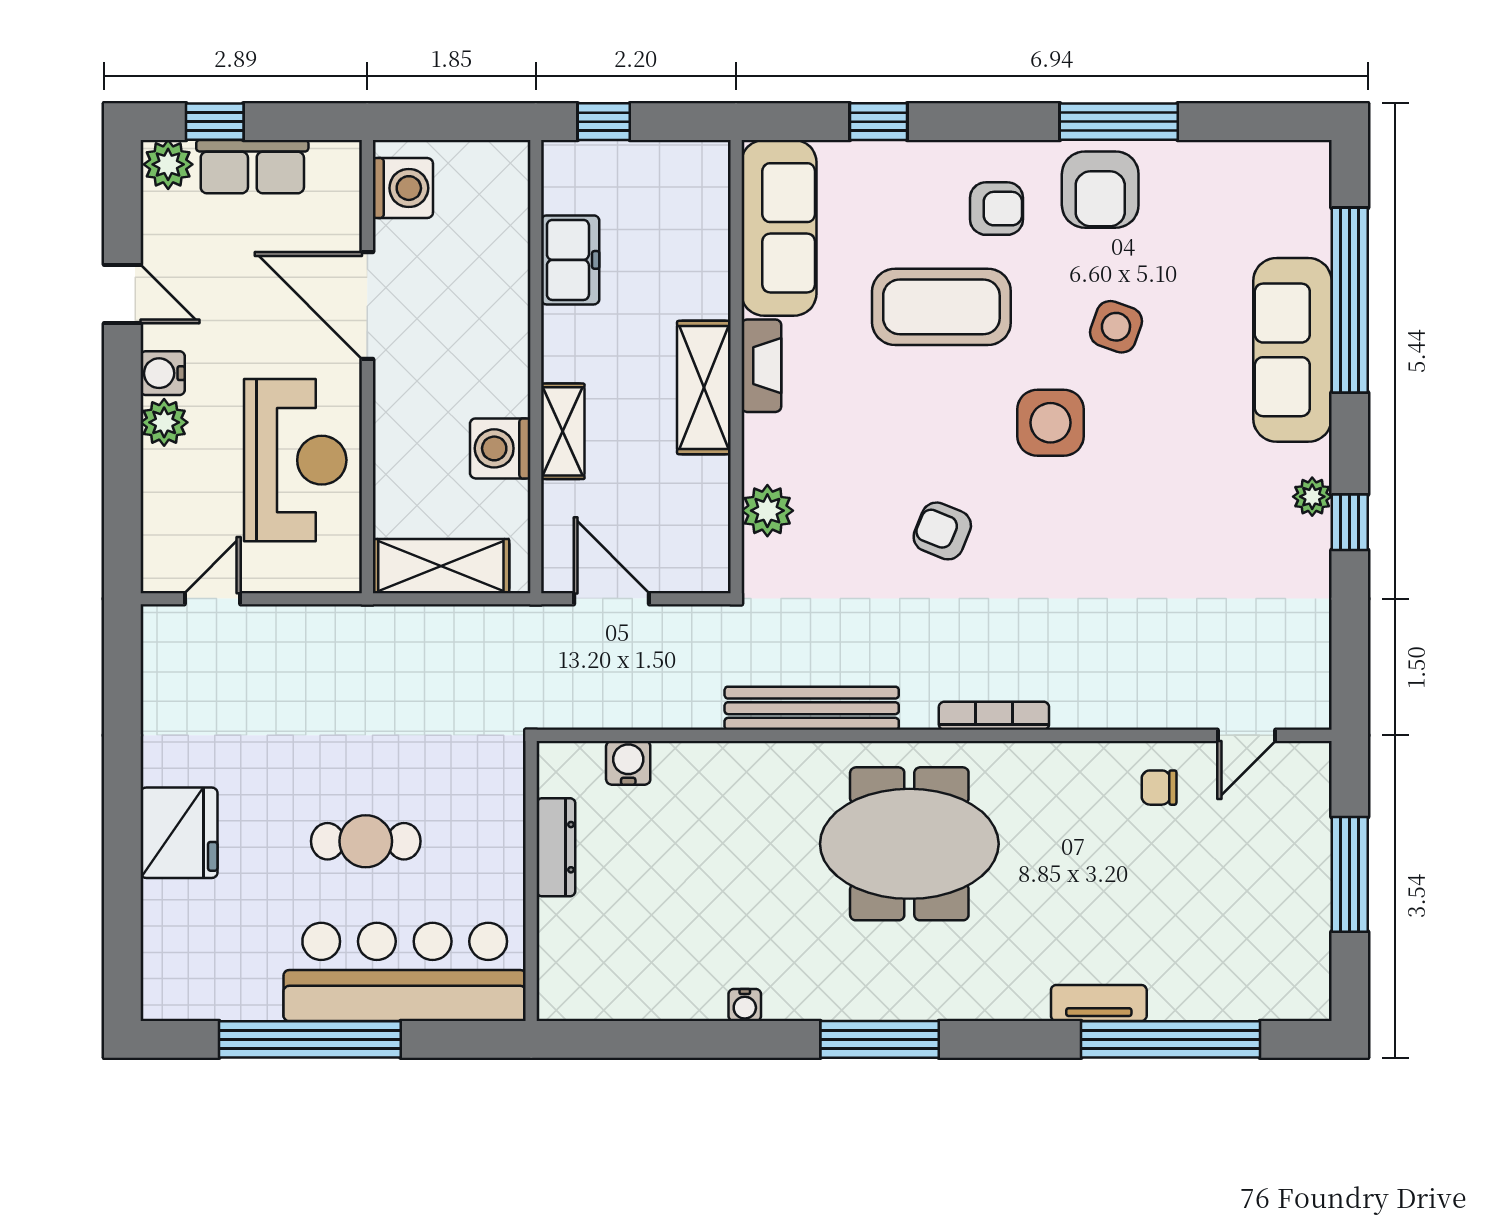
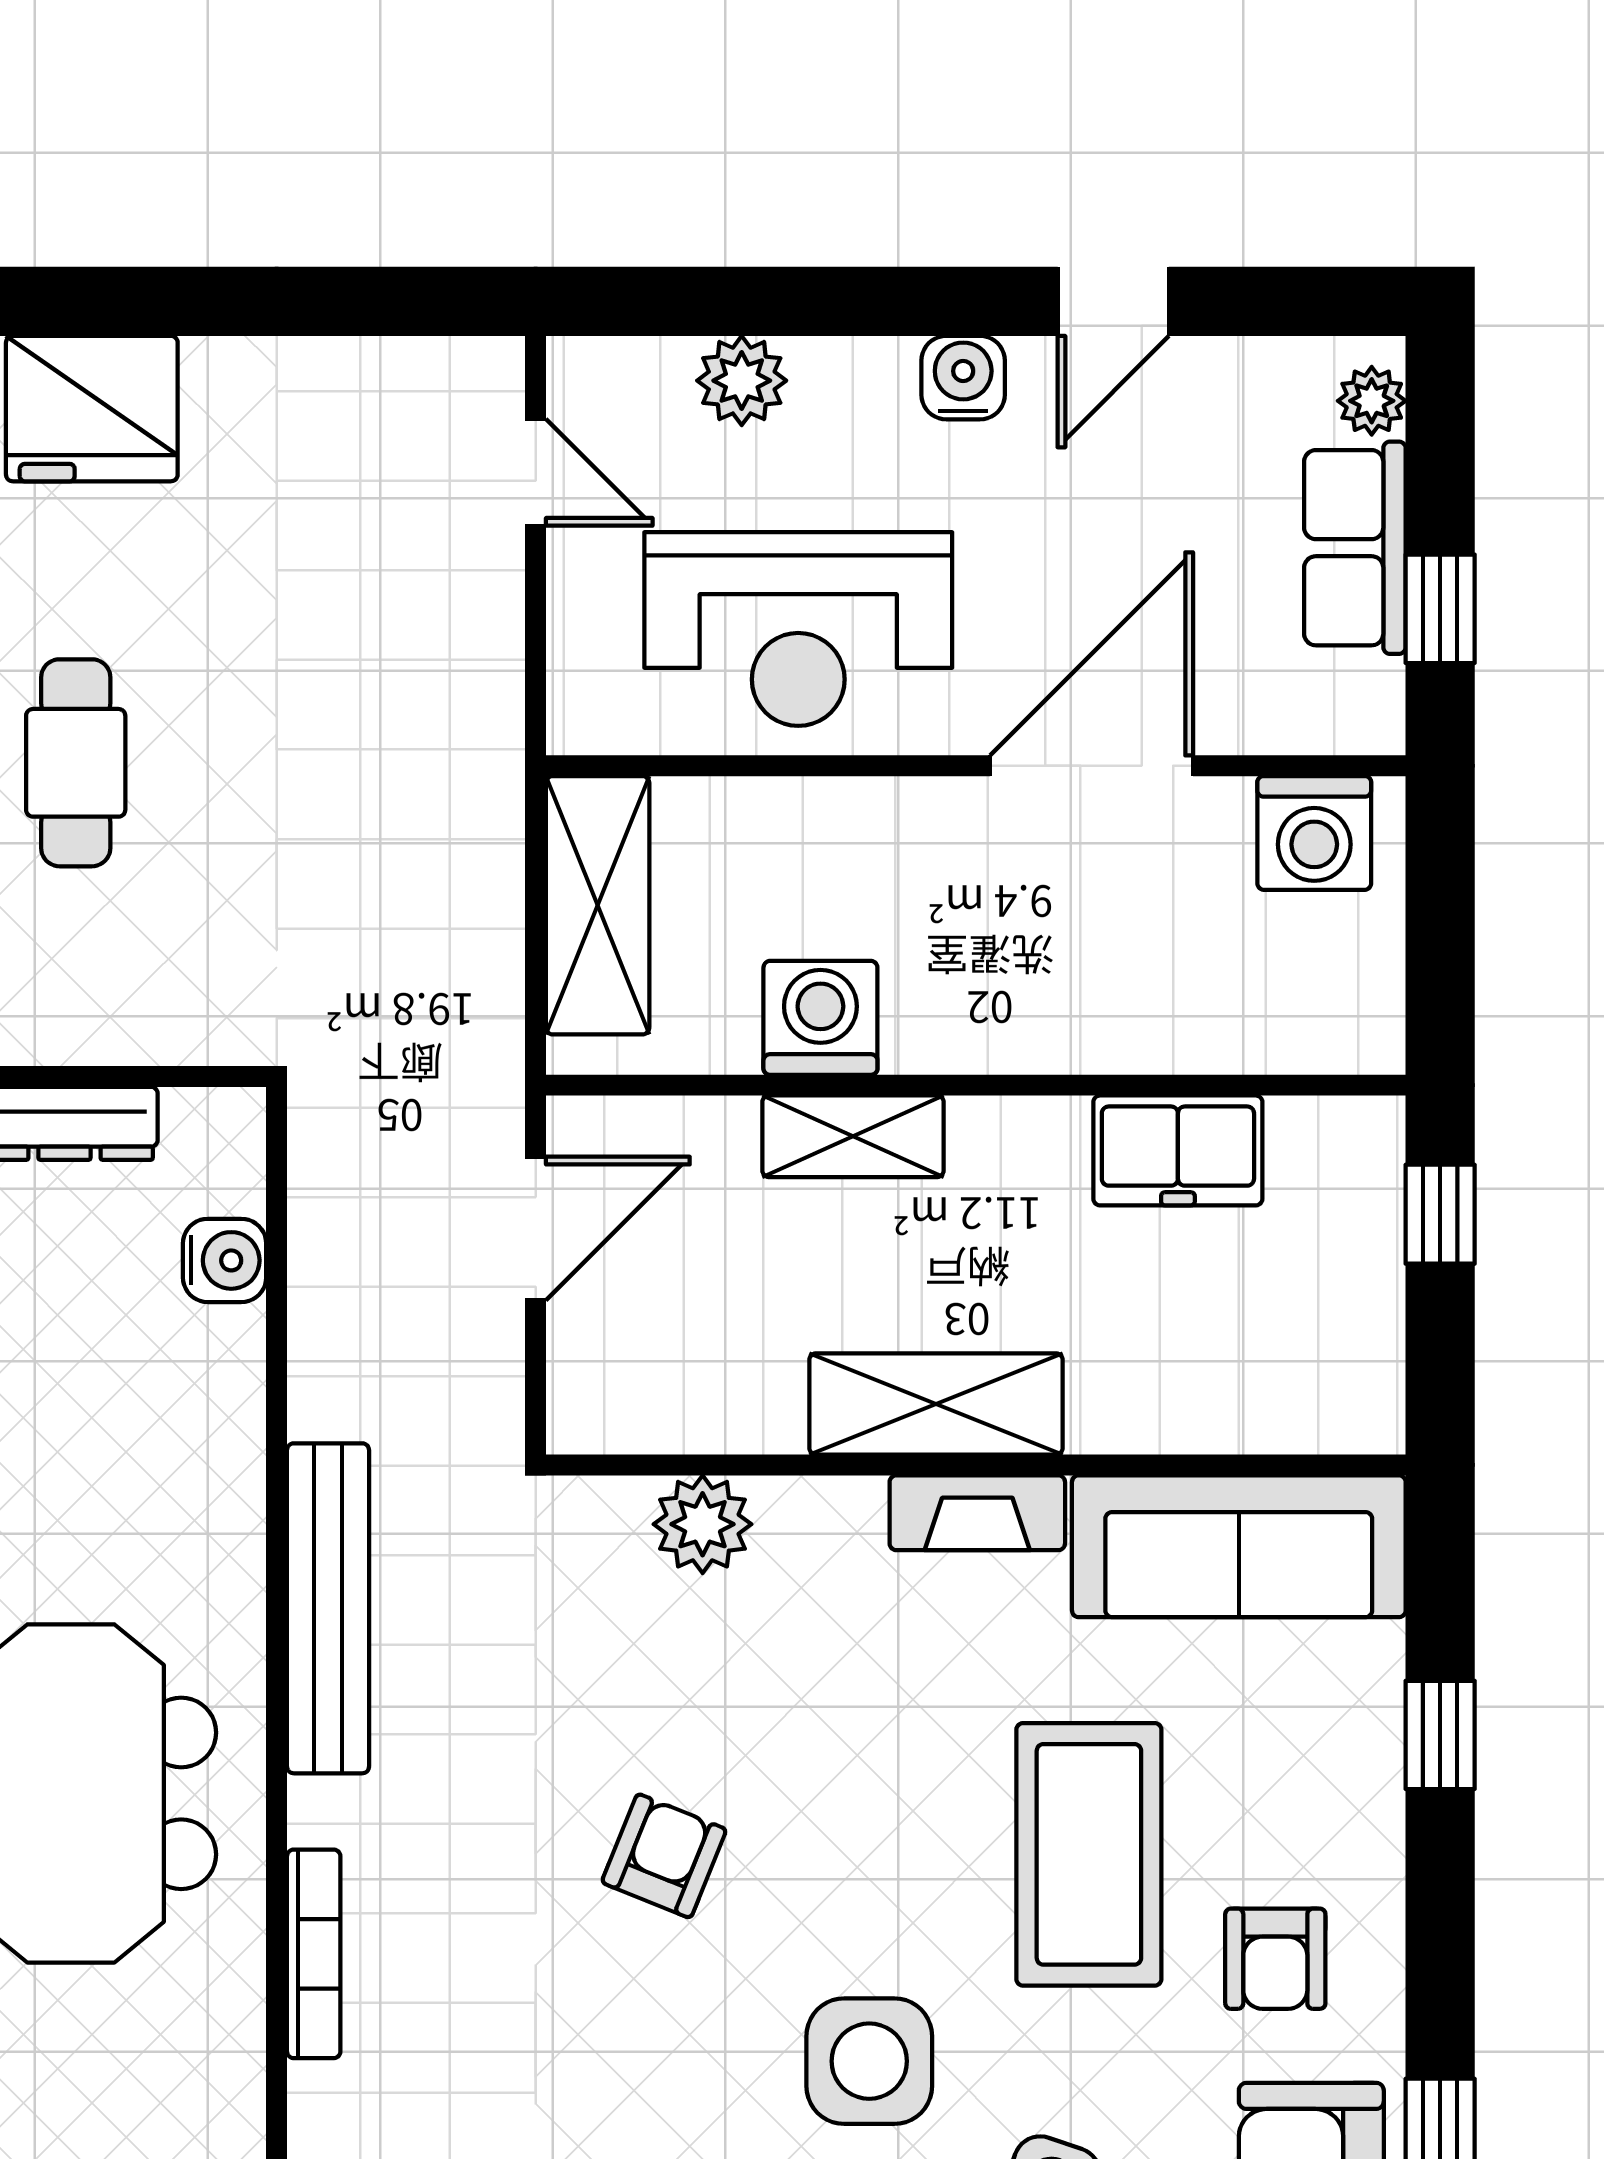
window: (215, 122) -> (1440, 609), moved
plant: (168, 164) -> (1372, 401), width x0.73, depth x0.73
plant: (164, 422) -> (742, 381), moved

